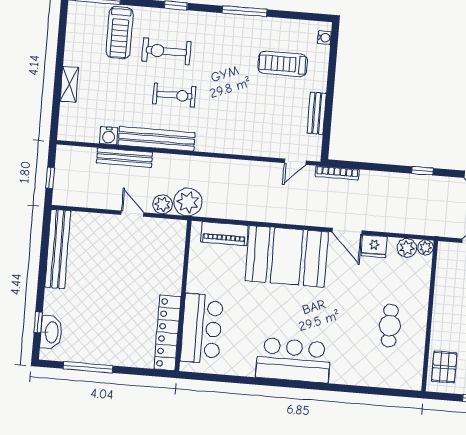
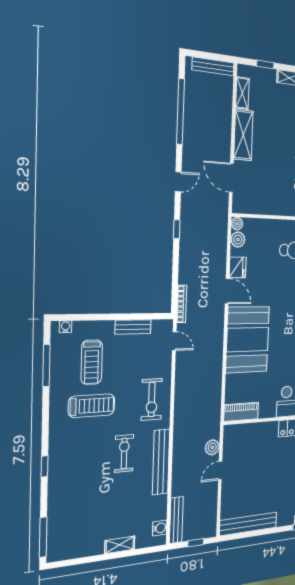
window: (245, 11) -> (46, 365), moved
treadmill: (120, 33) -> (92, 406), moved
exercise bike: (166, 51) -> (152, 399), moved
water cooler: (109, 136) -> (160, 528), moved
bench: (124, 158) -> (176, 520), moved
plant: (188, 202) -> (210, 427), removed
door: (347, 231) -> (227, 291), hinge flipped
piano: (224, 234) -> (241, 412), moved, turned -90

